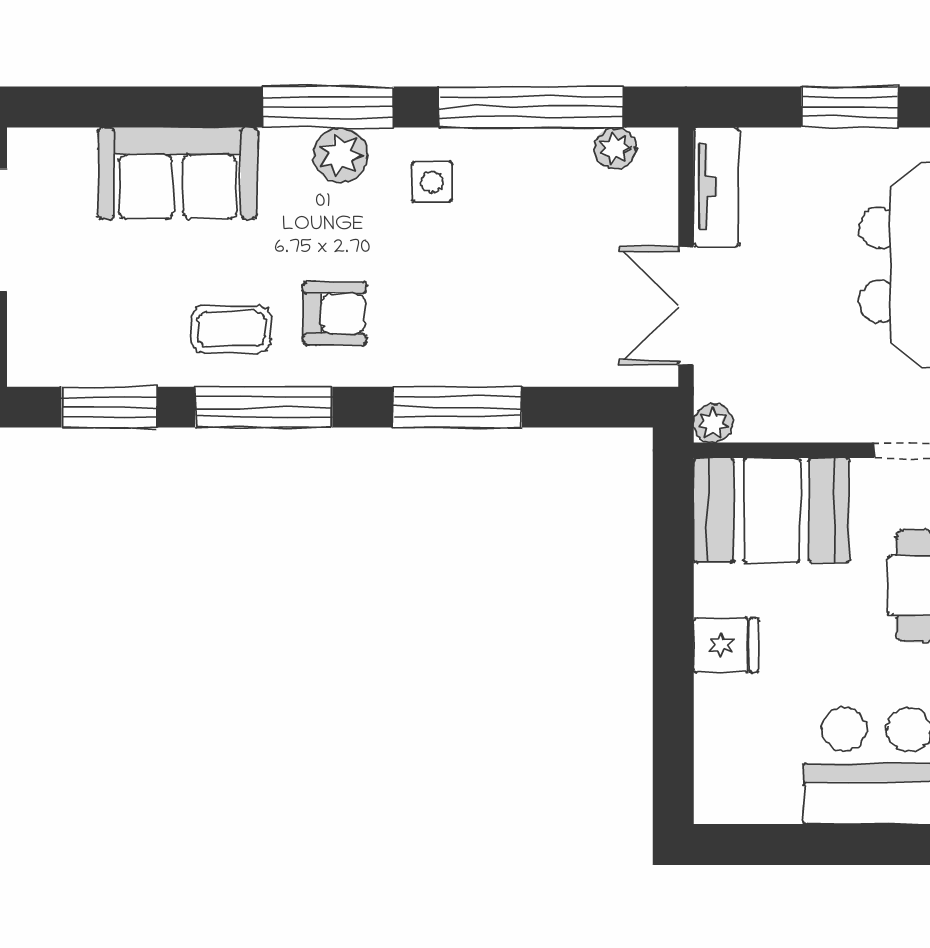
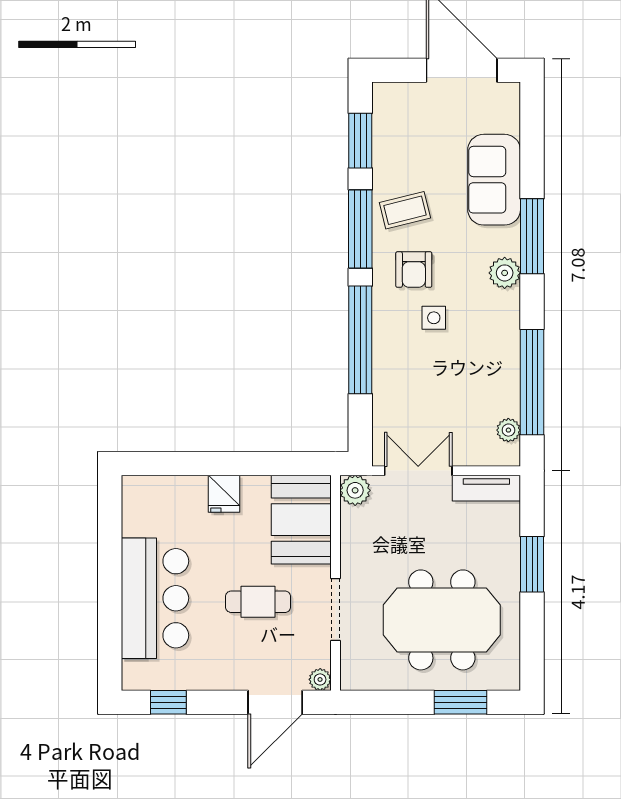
window: (328, 107) -> (532, 236), moved
side table: (432, 182) -> (434, 318), moved
coffee table: (231, 329) -> (405, 210), turned 76
window: (458, 407) -> (360, 340), width x1.46
plant: (713, 423) -> (355, 490), width x1.38, depth x1.38

